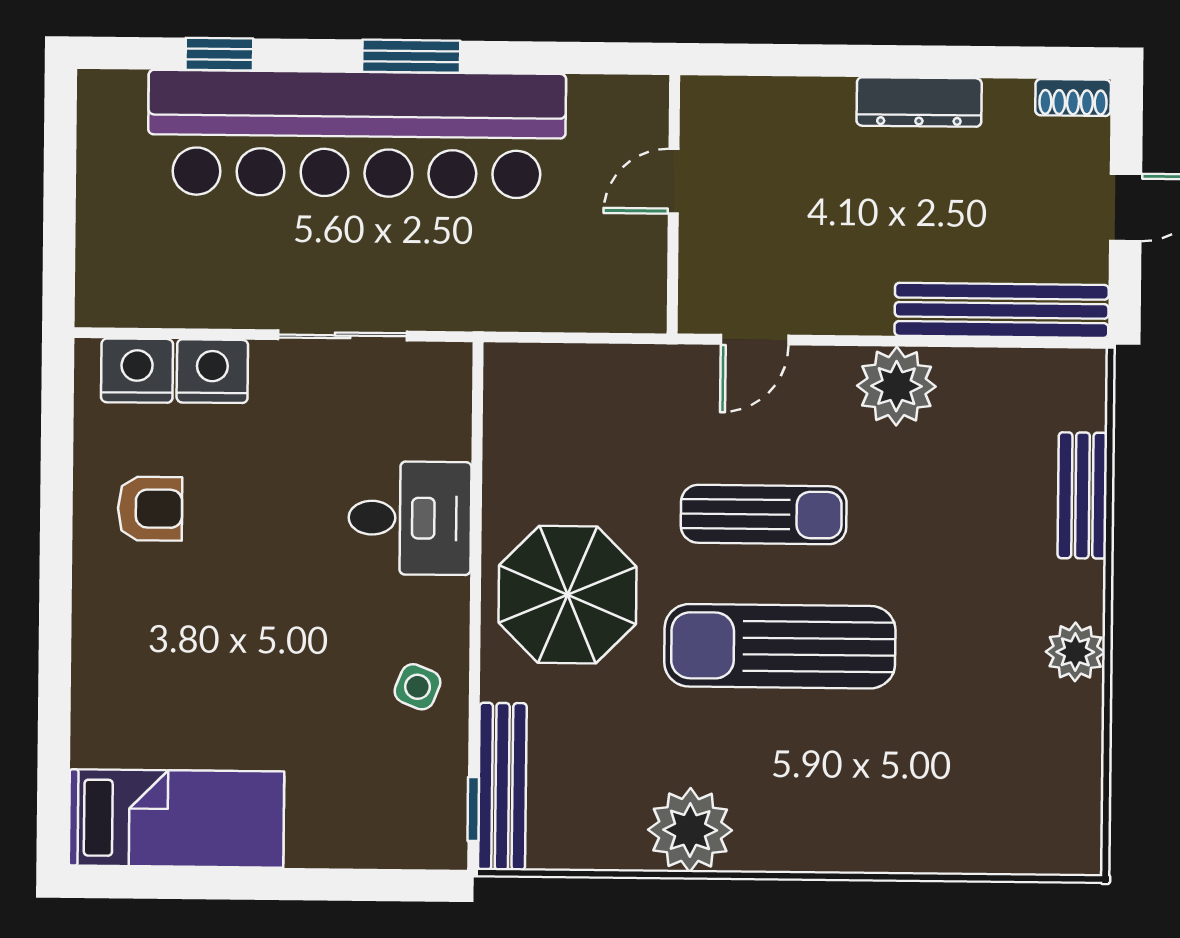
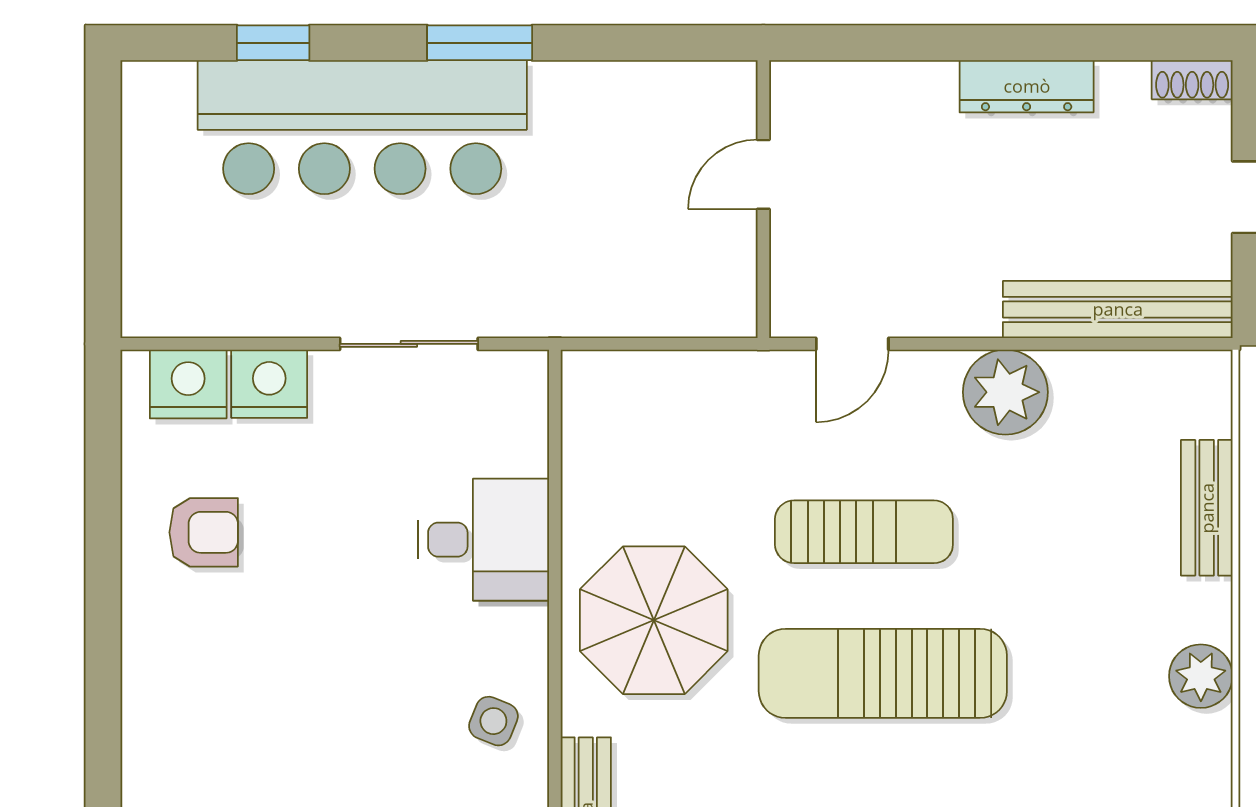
bar counter: (357, 134) -> (362, 127), width x0.73

